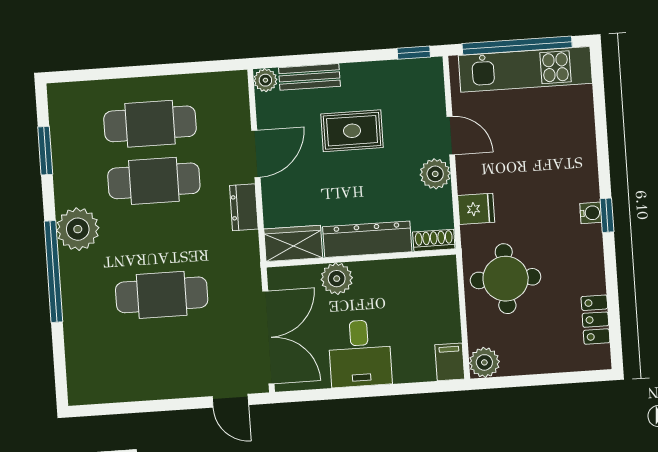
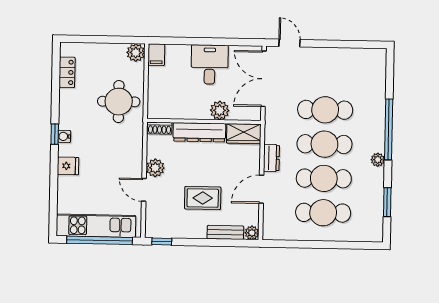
fridge: (476, 209) -> (68, 166), moved, turned 180
plant: (78, 229) -> (378, 160), width x0.53, depth x0.53
cafe table: (158, 238) -> (324, 144), added

